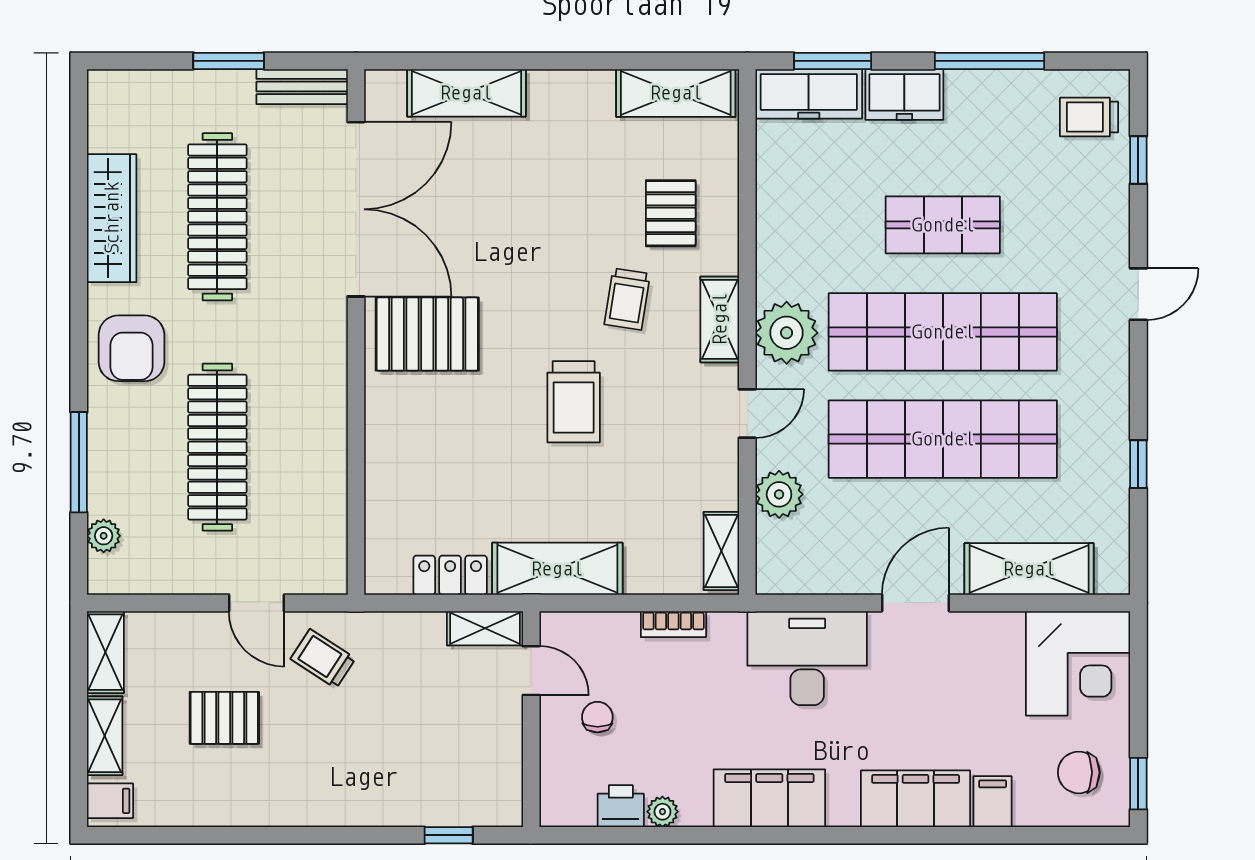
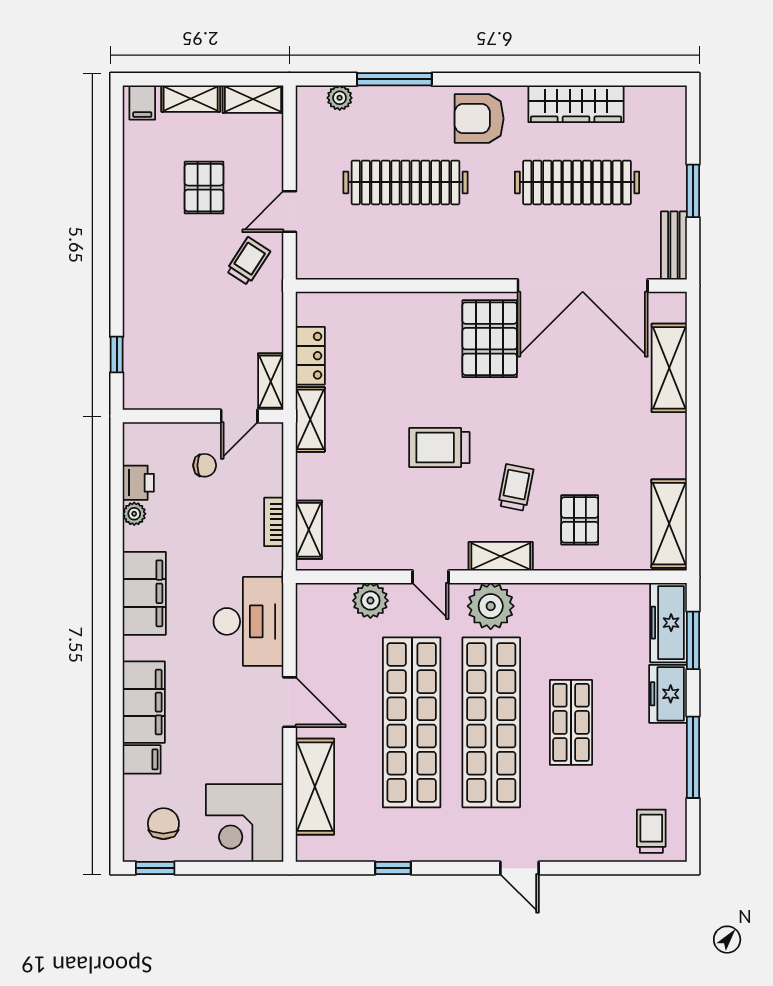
window: (1138, 160) -> (619, 868), removed
pallet: (671, 213) -> (580, 520), turned 90
trolley: (627, 299) -> (516, 488), turned 92
shelving: (721, 551) -> (309, 530), moved, turned 90
shelving: (557, 569) -> (310, 419), width x0.67, depth x0.75

